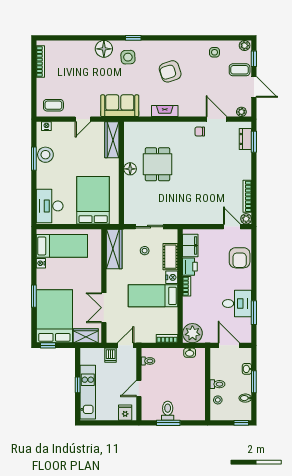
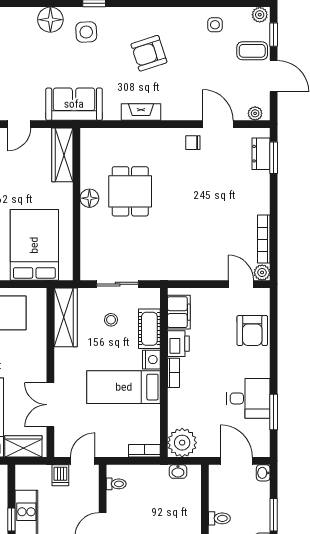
washbasin: (247, 369) -> (263, 473), moved

